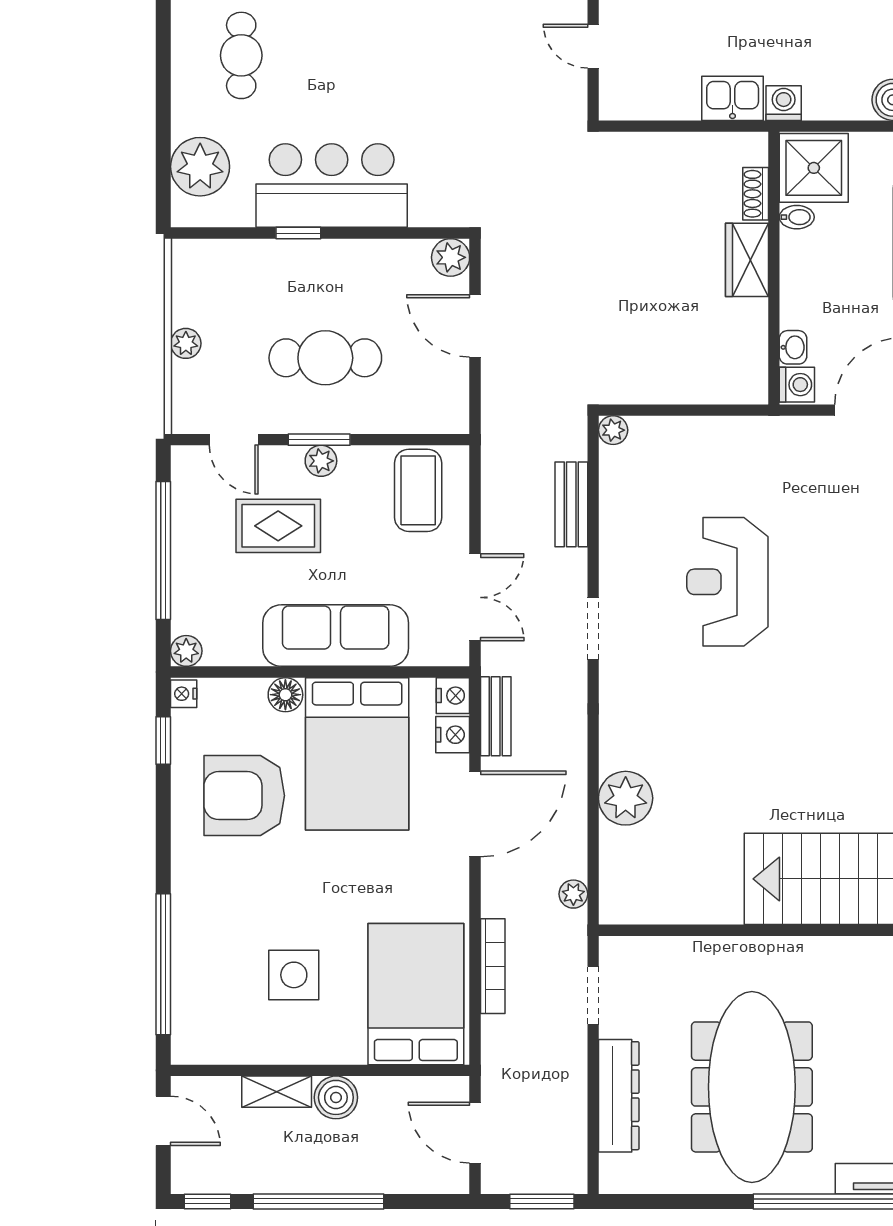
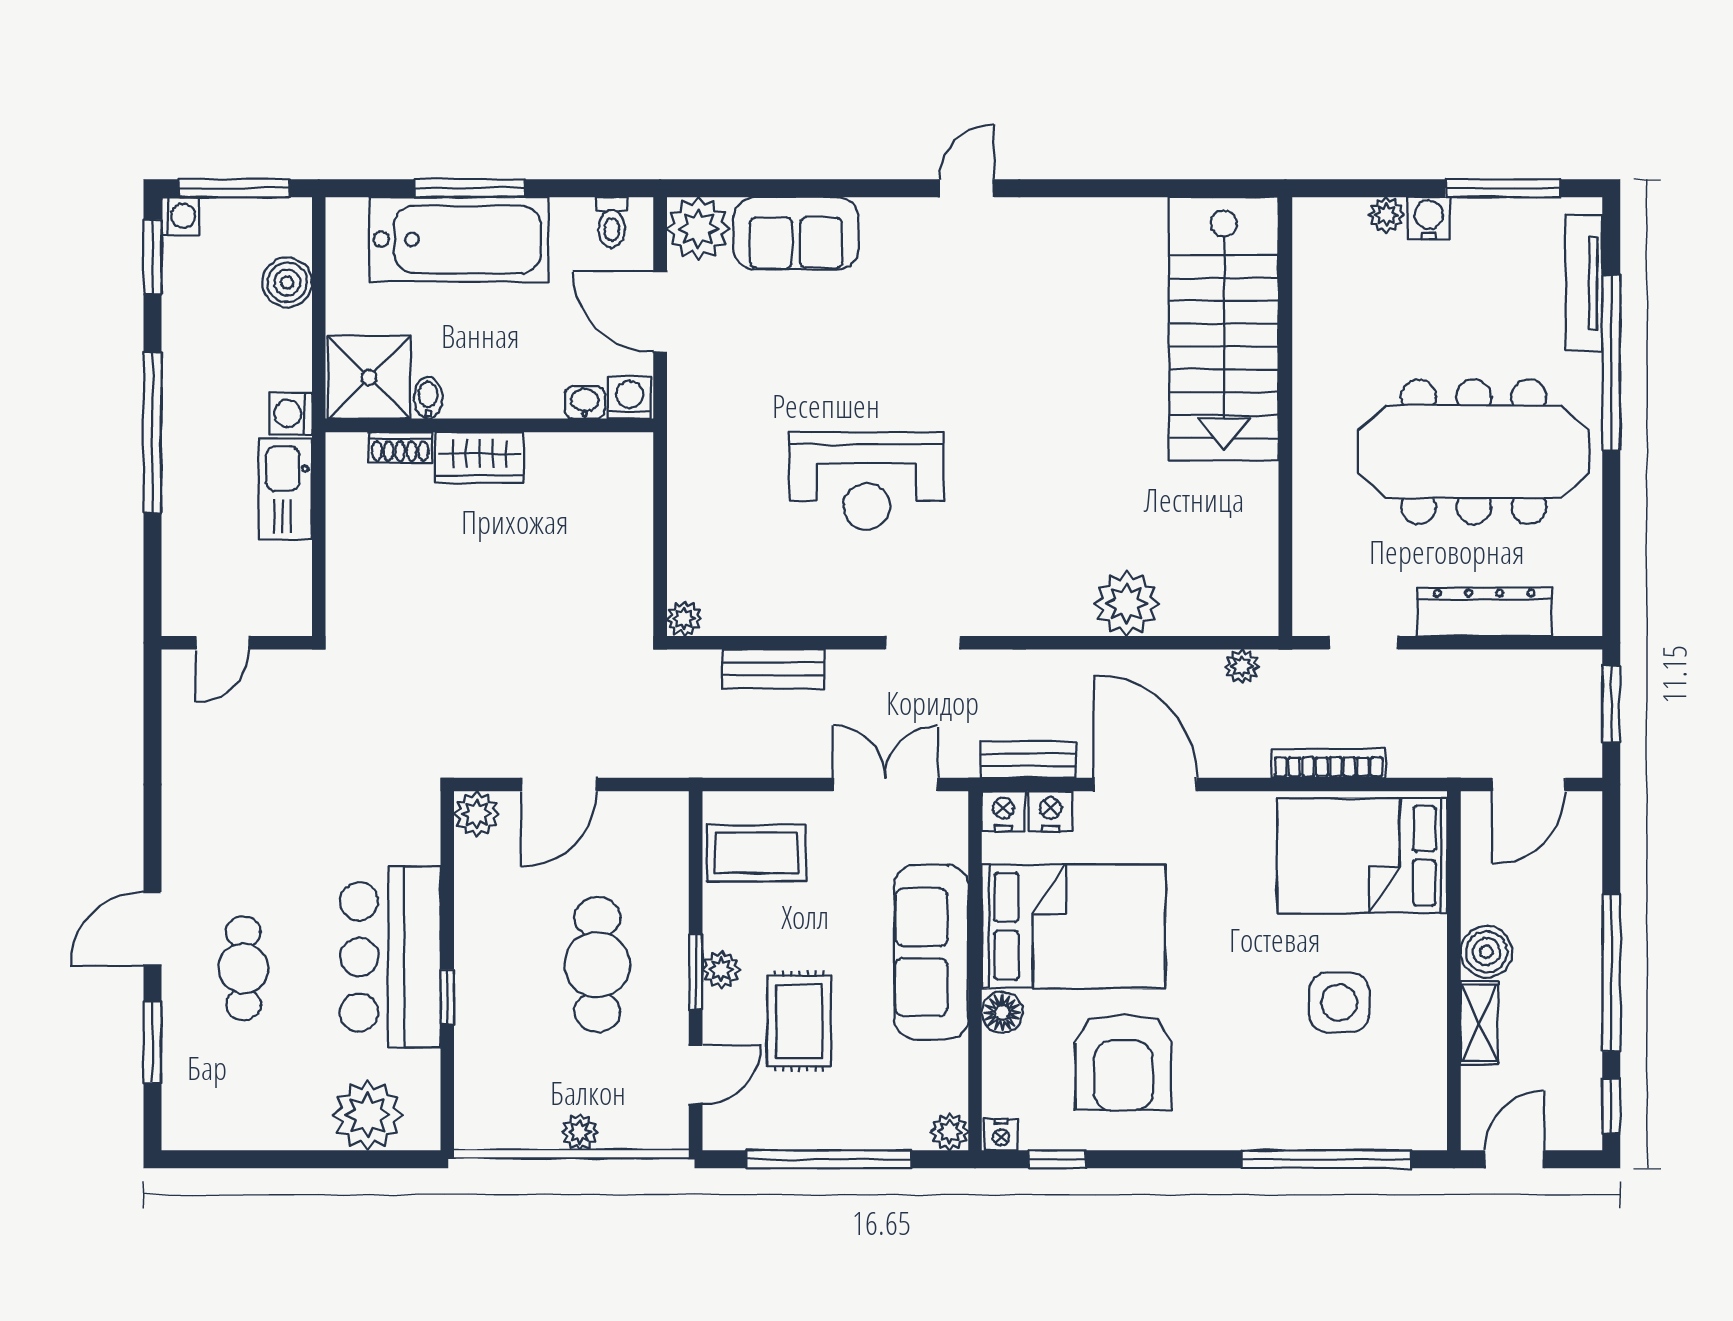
cafe table: (241, 55) -> (243, 968), moved, turned 90
kitchen sink: (733, 98) -> (285, 489), width x1.38

